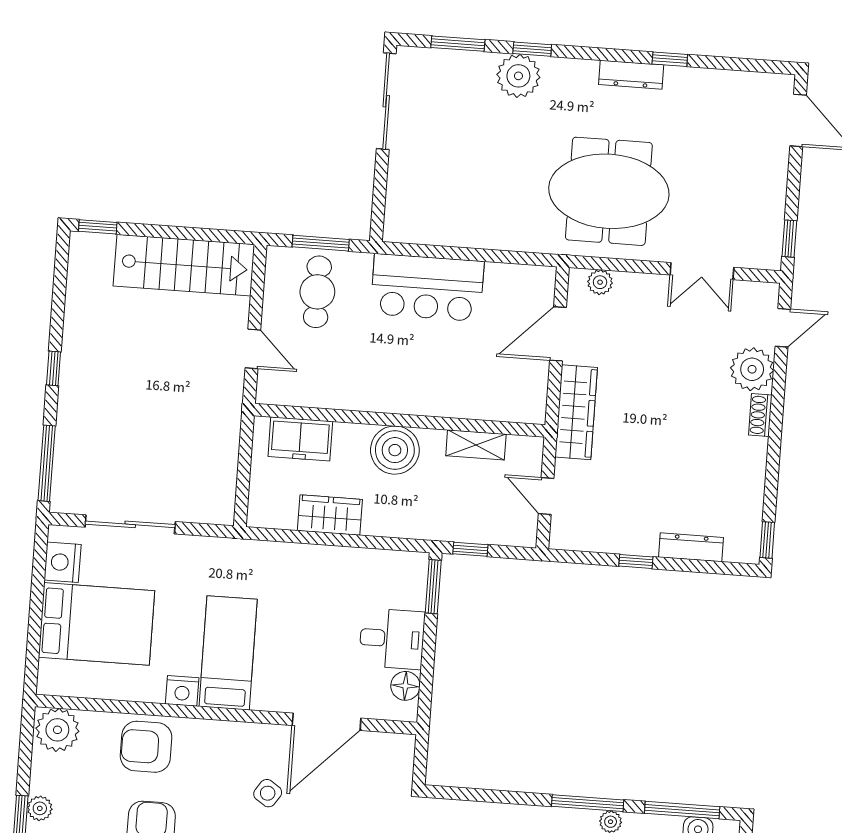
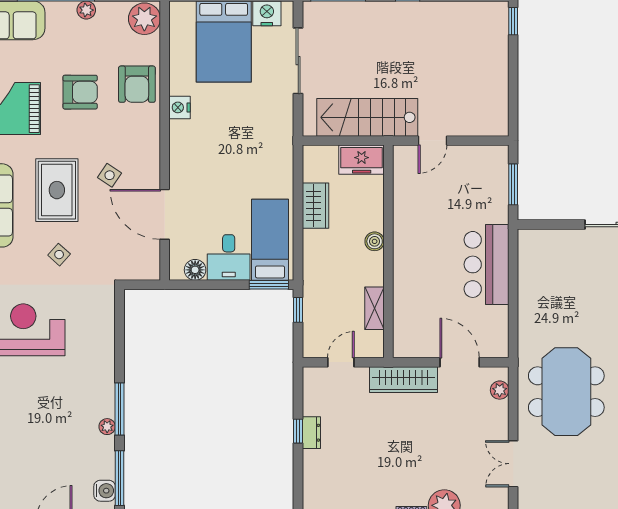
stairs: (184, 265) -> (367, 117), moved, turned 90
cafe table: (317, 292) -> (477, 185), removed
freezer: (300, 439) -> (362, 160), moved, turned -90
boiler: (395, 450) -> (375, 241), width x0.54, depth x0.54
dresser: (691, 547) -> (311, 433), moved, width x0.70
bed: (228, 653) -> (270, 240), moved, turned -90
armchair: (146, 747) -> (137, 84), turned 180

